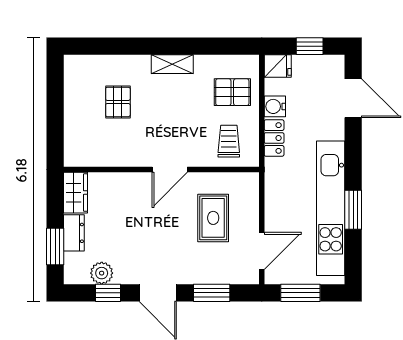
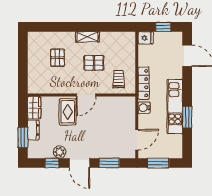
pallet: (232, 92) -> (94, 63), moved
water cooler: (275, 106) -> (144, 108), moved
locker: (274, 138) -> (144, 83), width x1.53
kitchen unit: (331, 208) -> (175, 106), width x0.73
rug: (213, 218) -> (68, 112), moved
plant: (102, 273) -> (60, 152), moved

